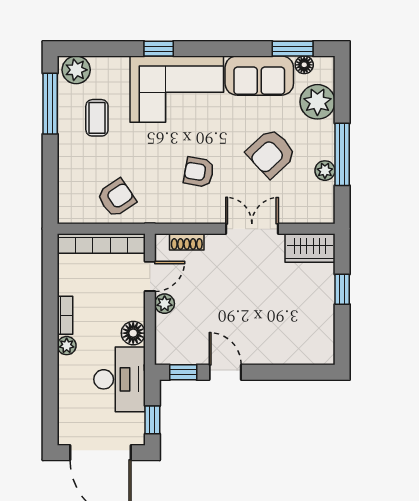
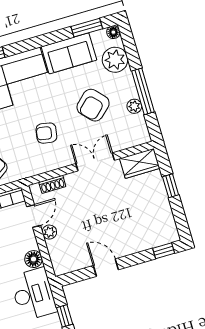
floor lamp: (304, 65) -> (113, 32), moved
window: (183, 372) -> (164, 251), moved

